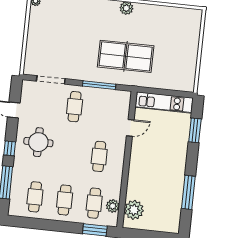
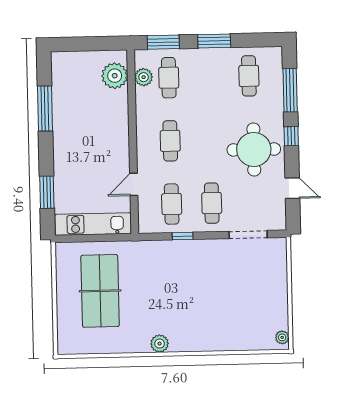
table tennis table: (126, 56) -> (100, 291), moved, turned 90
window: (99, 85) -> (183, 236), width x0.46
round table: (38, 142) -> (254, 149), width x1.36, depth x1.36
cafe table: (65, 200) -> (172, 204), moved
window: (57, 226) -> (214, 41), added

